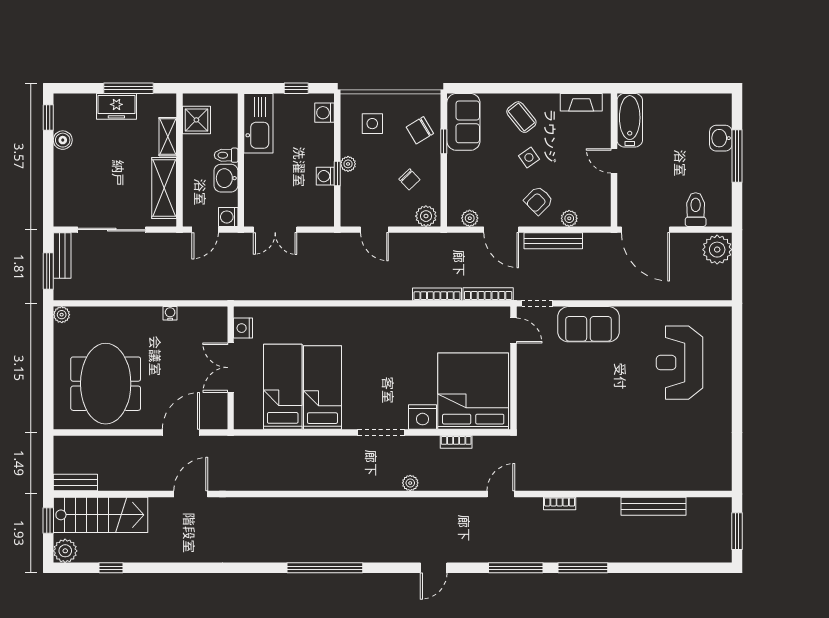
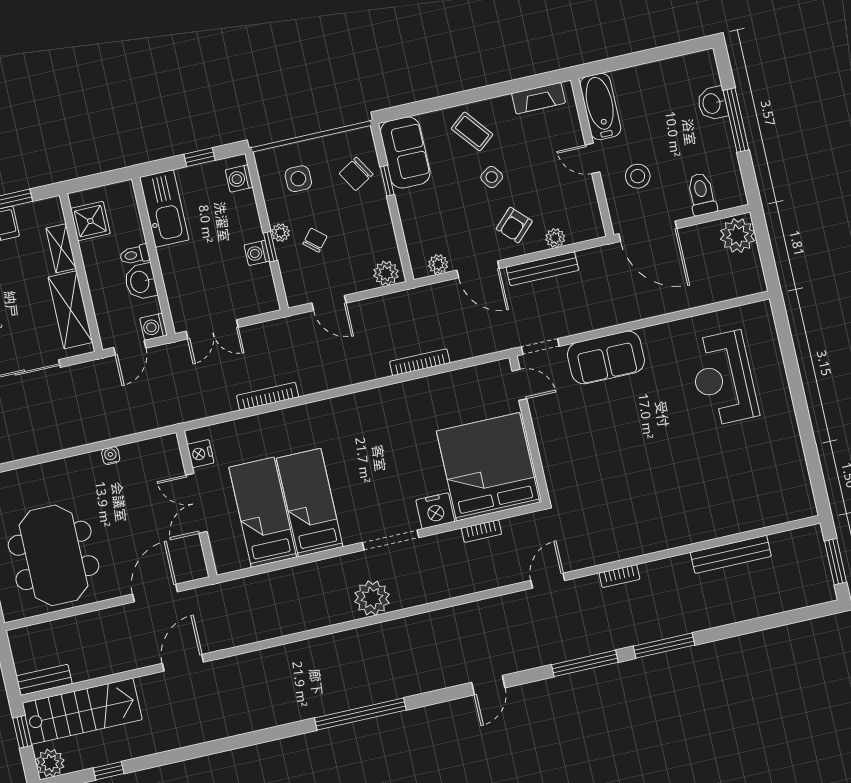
chair: (409, 179) -> (315, 240), moved, turned -96
stool: (647, 183) -> (638, 176), added
bookcase: (488, 294) -> (268, 396), moved
plant: (410, 483) -> (372, 598), moved, width x1.87, depth x1.87

